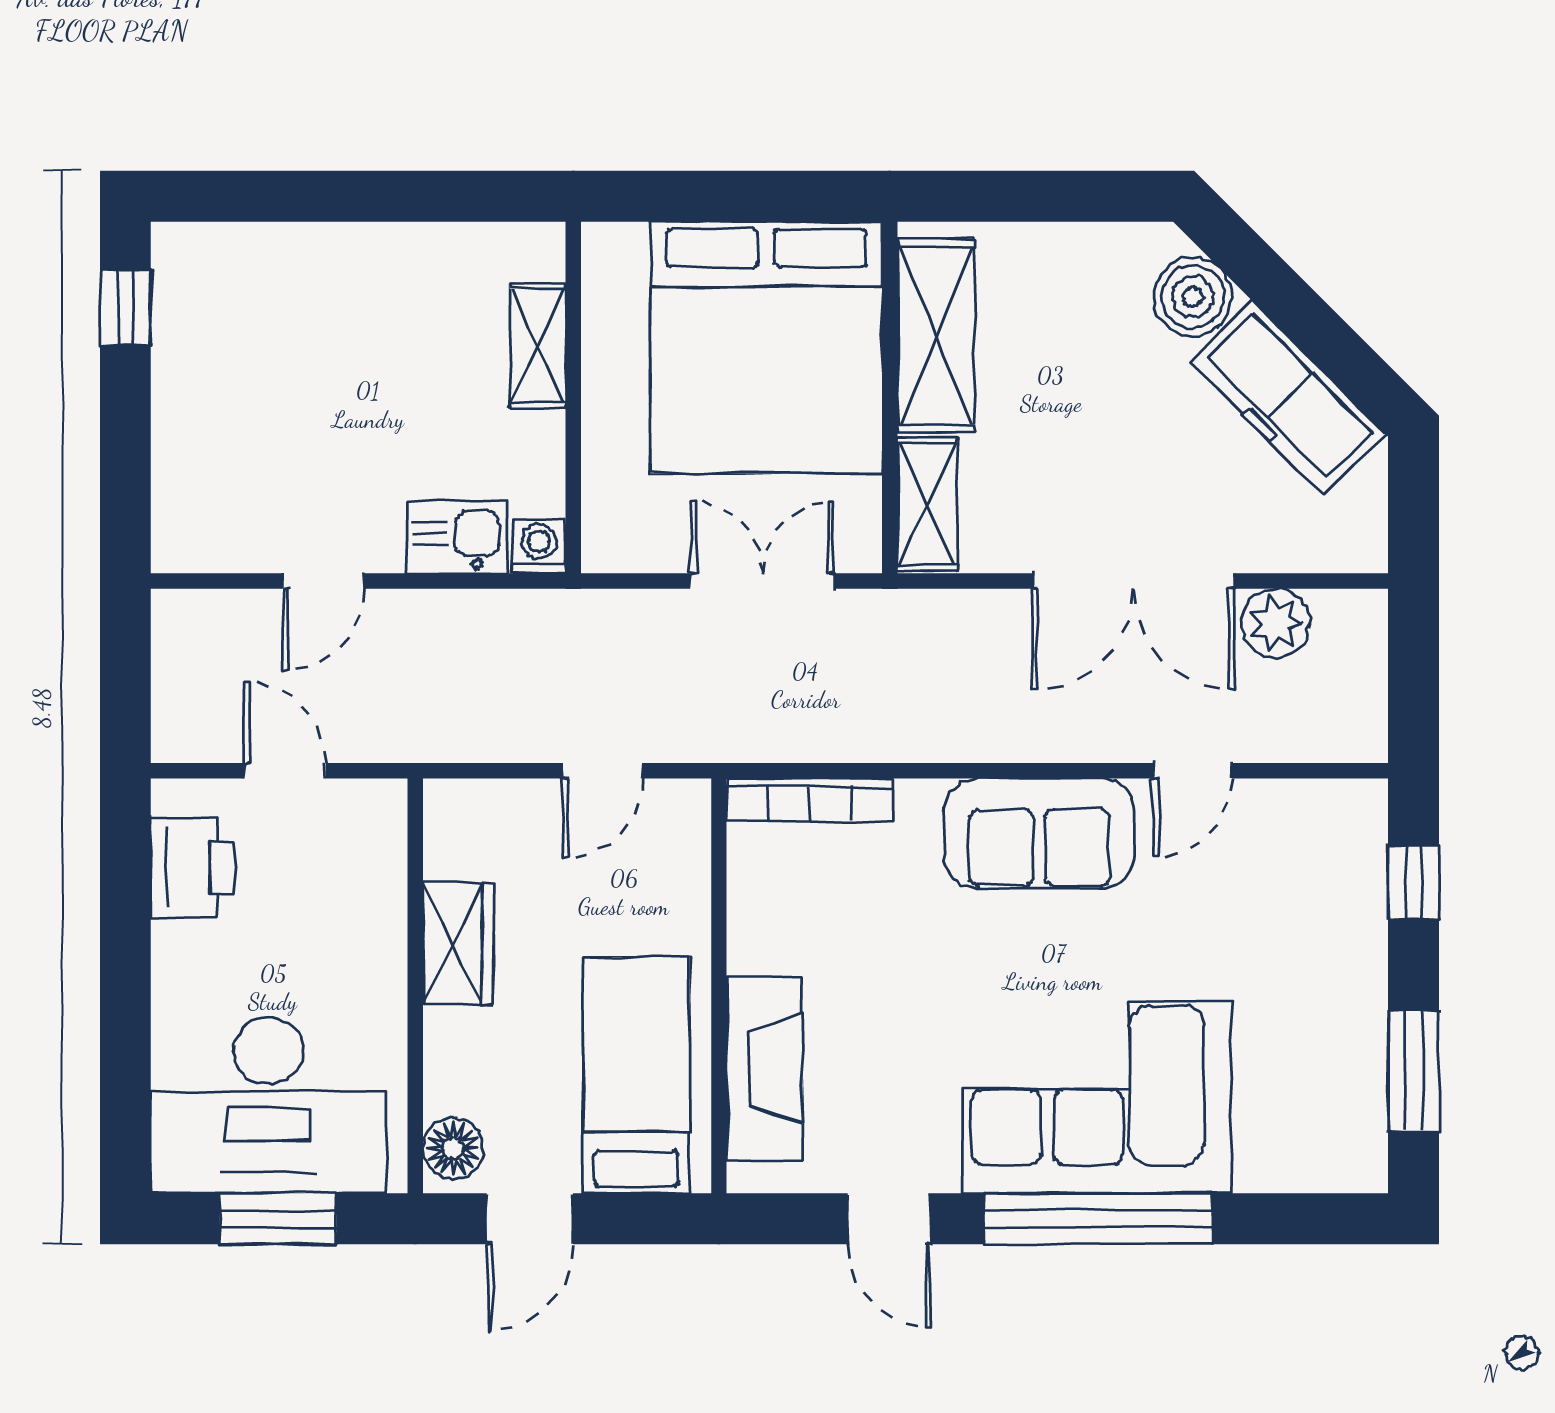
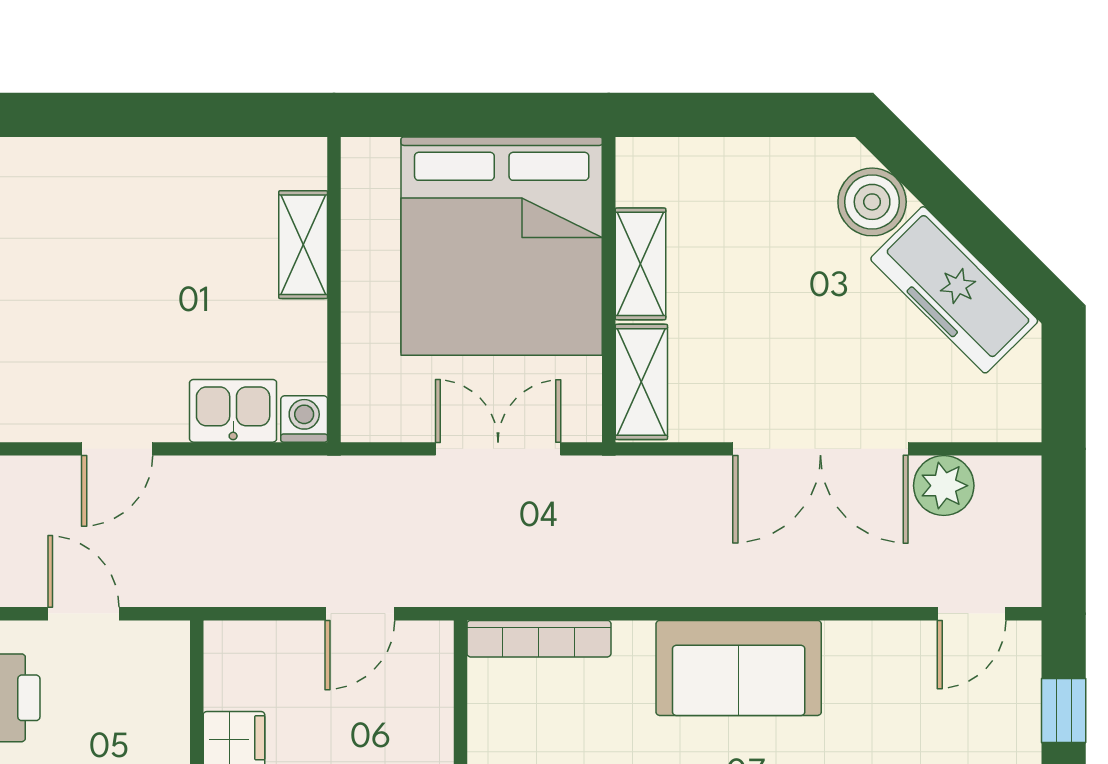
shelving: (936, 336) -> (641, 264), width x0.67, depth x0.75
door: (1193, 771) -> (972, 614), moved

